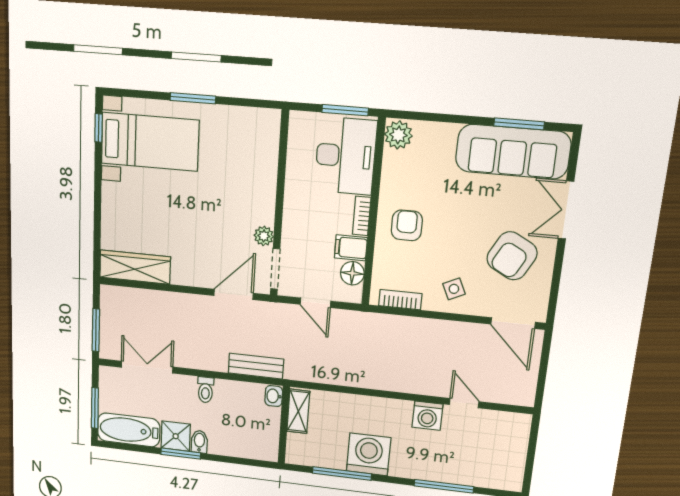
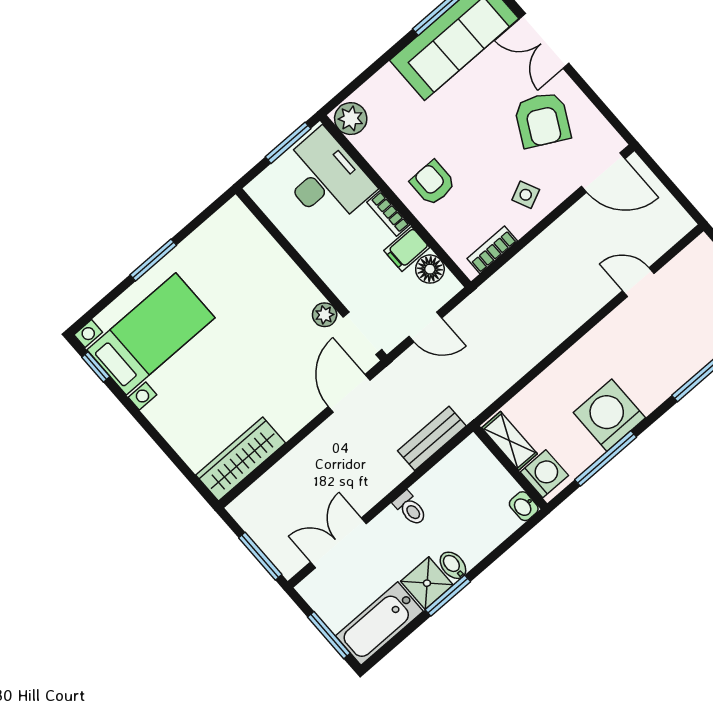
washbasin: (274, 396) -> (524, 506), moved
washing machine: (427, 416) -> (544, 474), moved, turned -90

